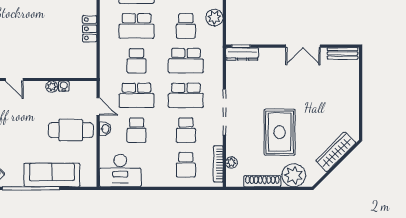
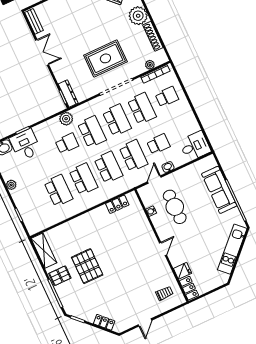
plant: (214, 18) -> (66, 119), moved
locker: (90, 29) -> (117, 204), moved
school desk: (137, 61) -> (108, 167), width x1.85
plant: (52, 87) -> (156, 220), removed
cafe table: (71, 130) -> (175, 207), moved
school desk: (186, 130) -> (142, 108), width x1.85
rug: (280, 132) -> (105, 58), moved
desk: (120, 171) -> (195, 146), width x0.73

